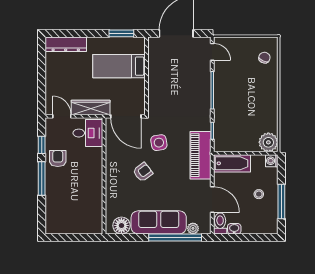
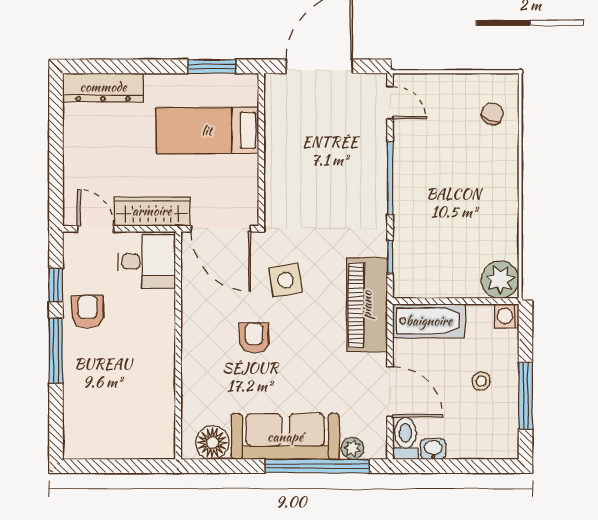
armchair: (143, 172) -> (254, 338), turned -53

